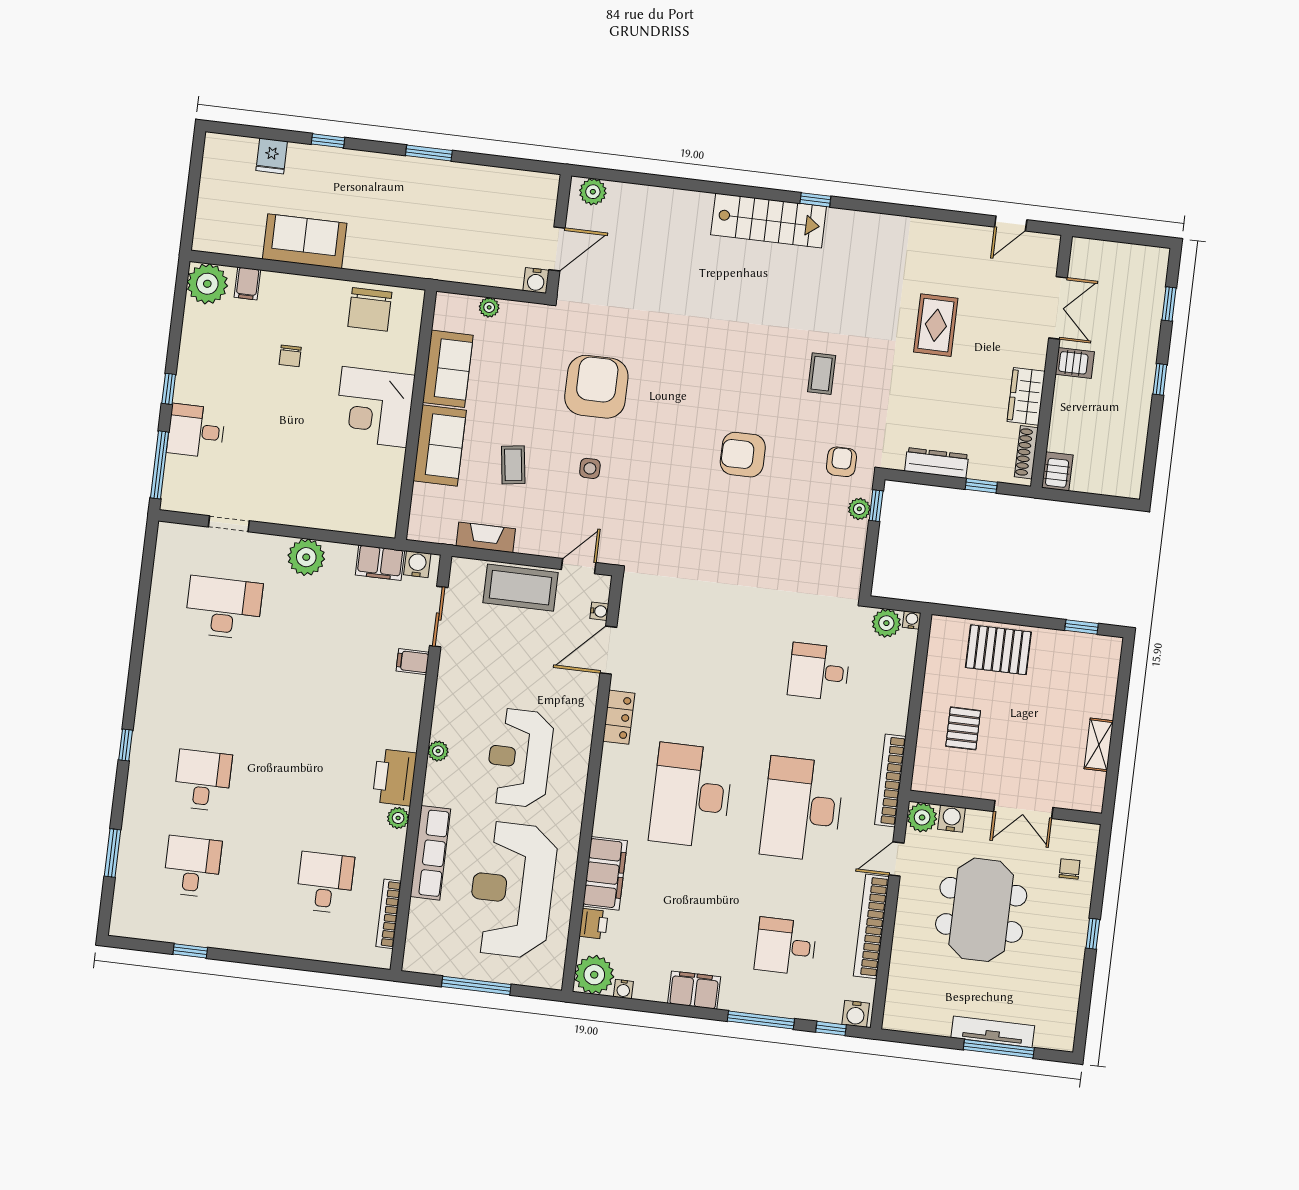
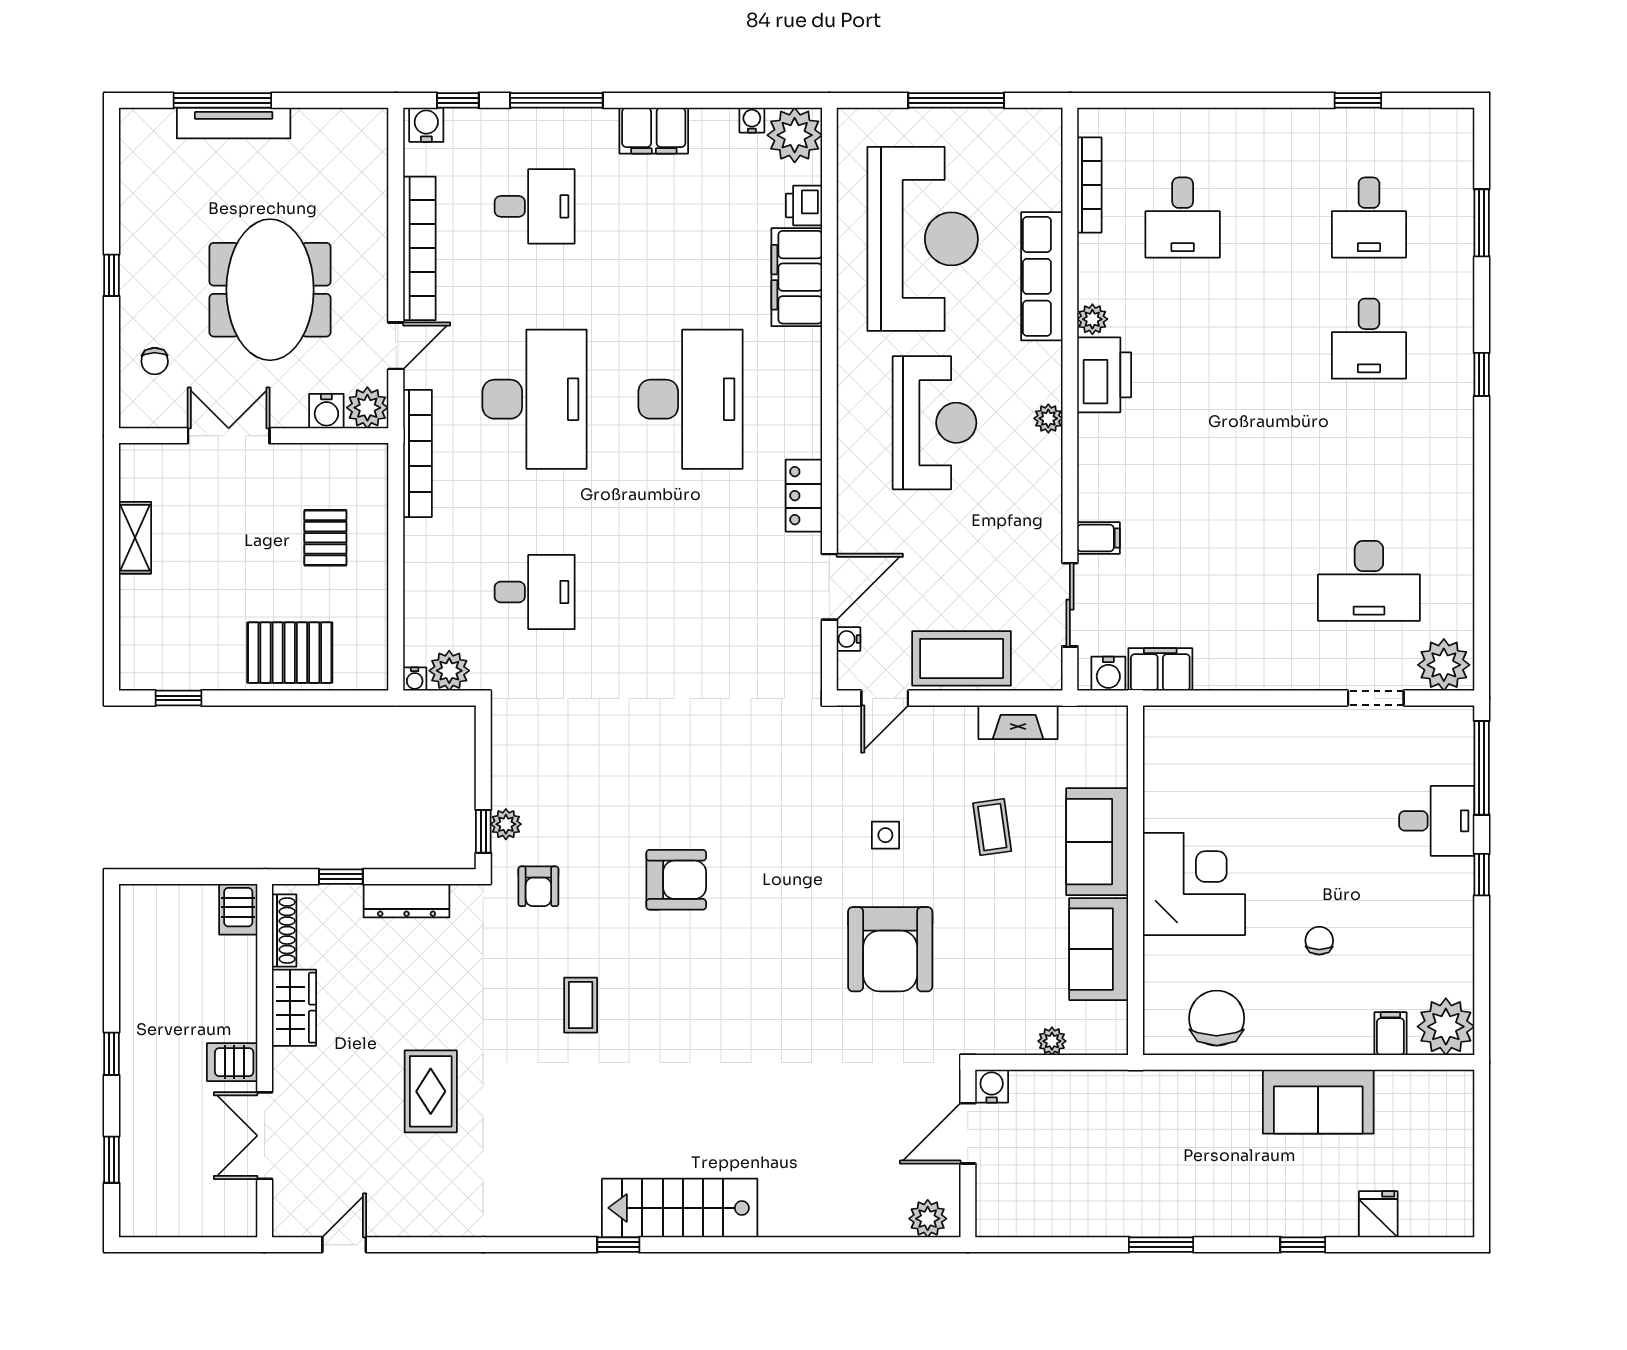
plant: (306, 557) -> (1444, 665), moved

